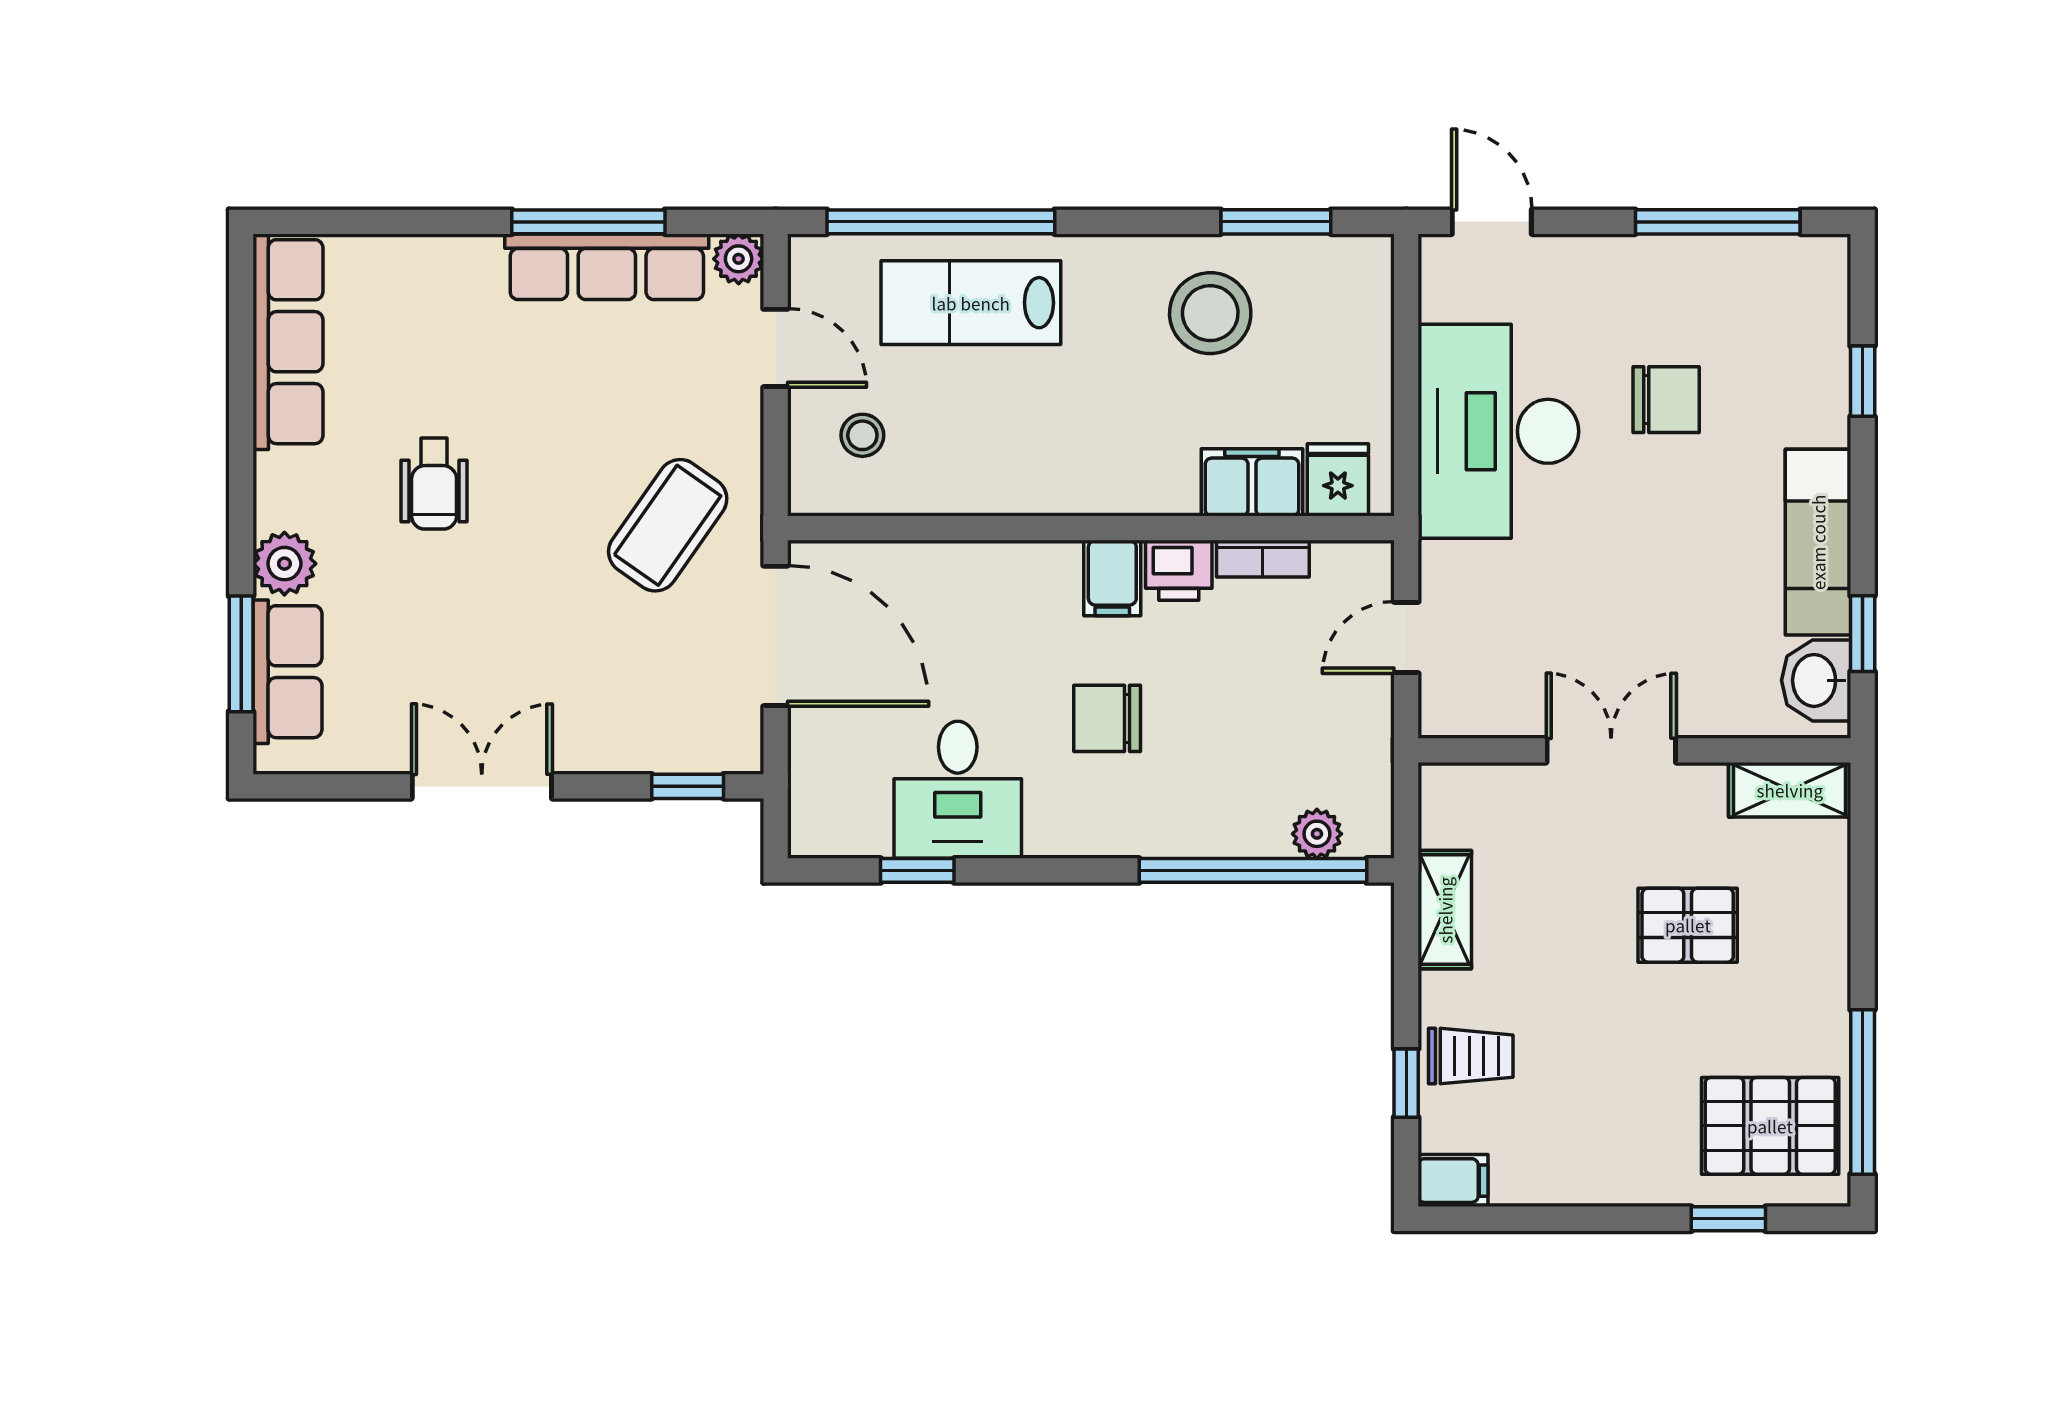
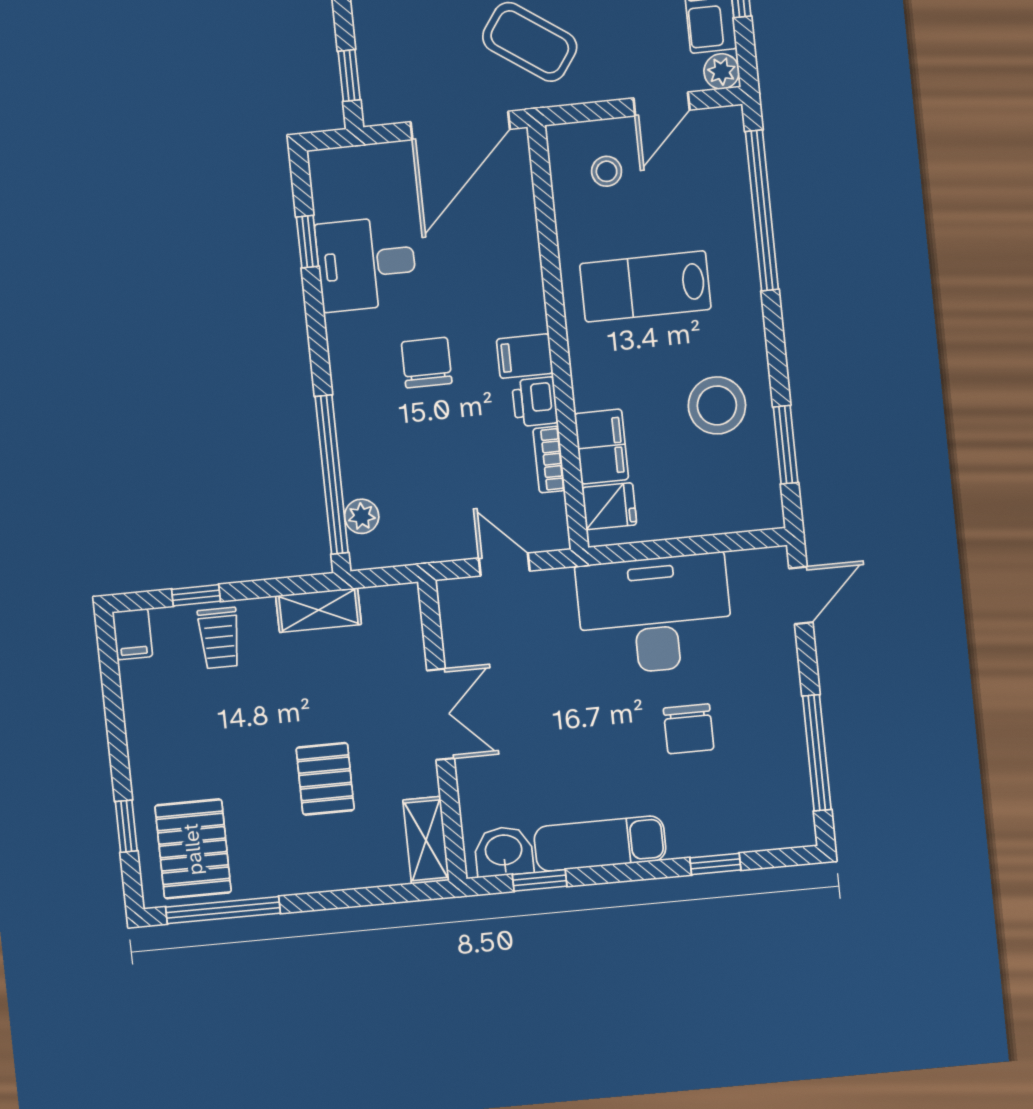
lab bench: (971, 303) -> (645, 286), moved, turned -90

